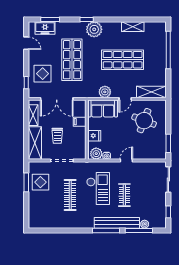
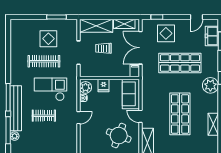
plant: (105, 92) -> (148, 96), removed
filing cabinet: (80, 122) -> (135, 71), moved
door: (126, 161) -> (79, 118), hinge flipped
display table: (40, 182) -> (48, 39), moved
checkout: (98, 188) -> (51, 89), turned 180

